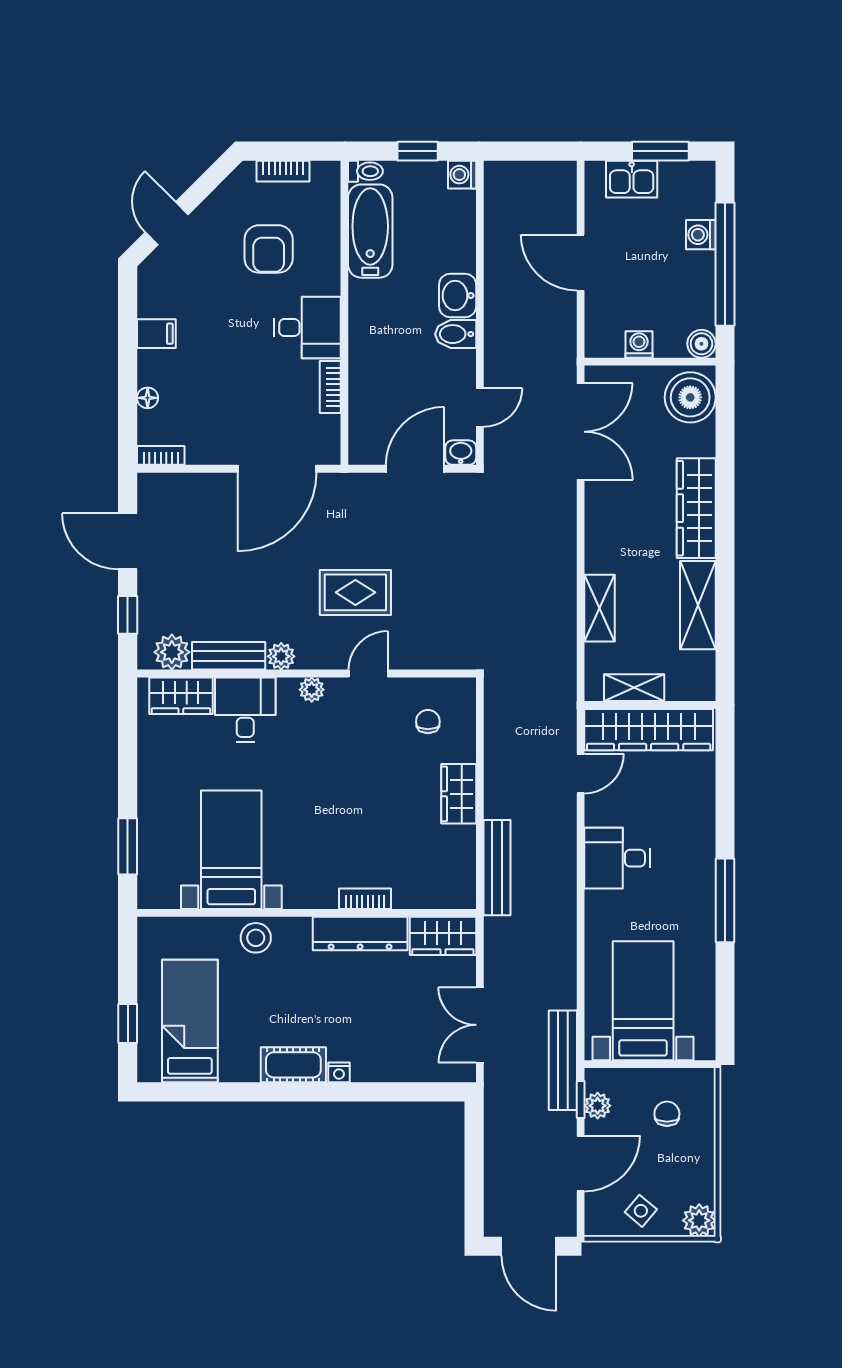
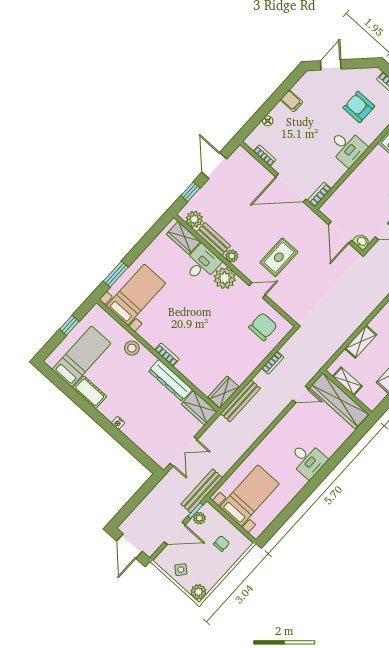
armchair: (269, 249) -> (359, 107), turned 90
bookcase: (330, 387) -> (319, 194), moved
bookcase: (161, 455) -> (265, 155), moved
door: (415, 469) -> (340, 232), swing flipped
rug: (355, 592) -> (279, 257), turned 90
plant: (312, 690) -> (225, 278), width x1.88, depth x1.88
chair: (428, 722) -> (263, 327), width x1.87, depth x1.87
bookcase: (493, 764) -> (273, 363), added
wardrobe: (459, 794) -> (224, 392), moved
bed with nightstands: (231, 850) -> (136, 295), moved
desk: (617, 858) -> (308, 460), moved, turned 180
bookcase: (365, 899) -> (167, 355), moved
window: (725, 900) -> (311, 486), removed
window: (128, 1024) -> (69, 325), moved
double door: (480, 1025) -> (184, 451), swing flipped
cot: (293, 1065) -> (90, 392), moved

